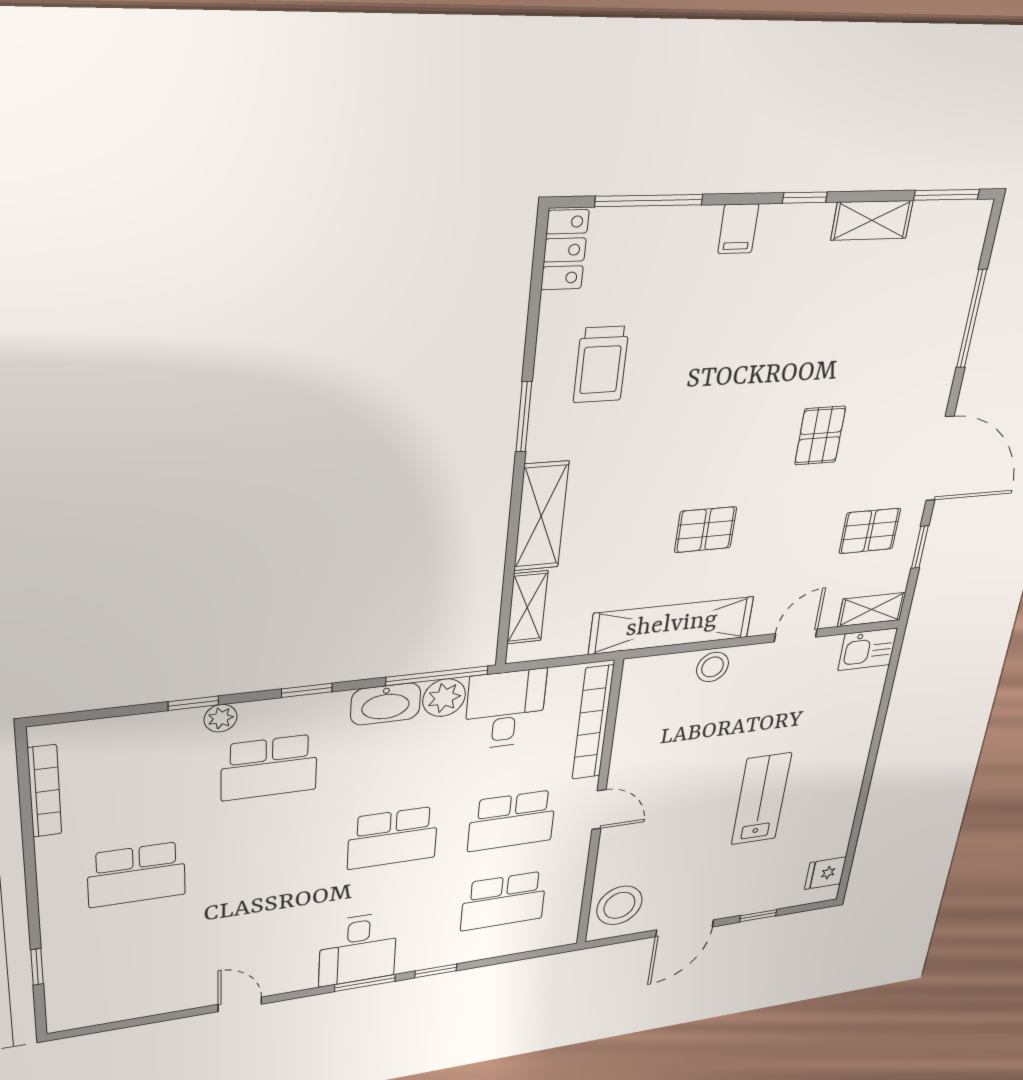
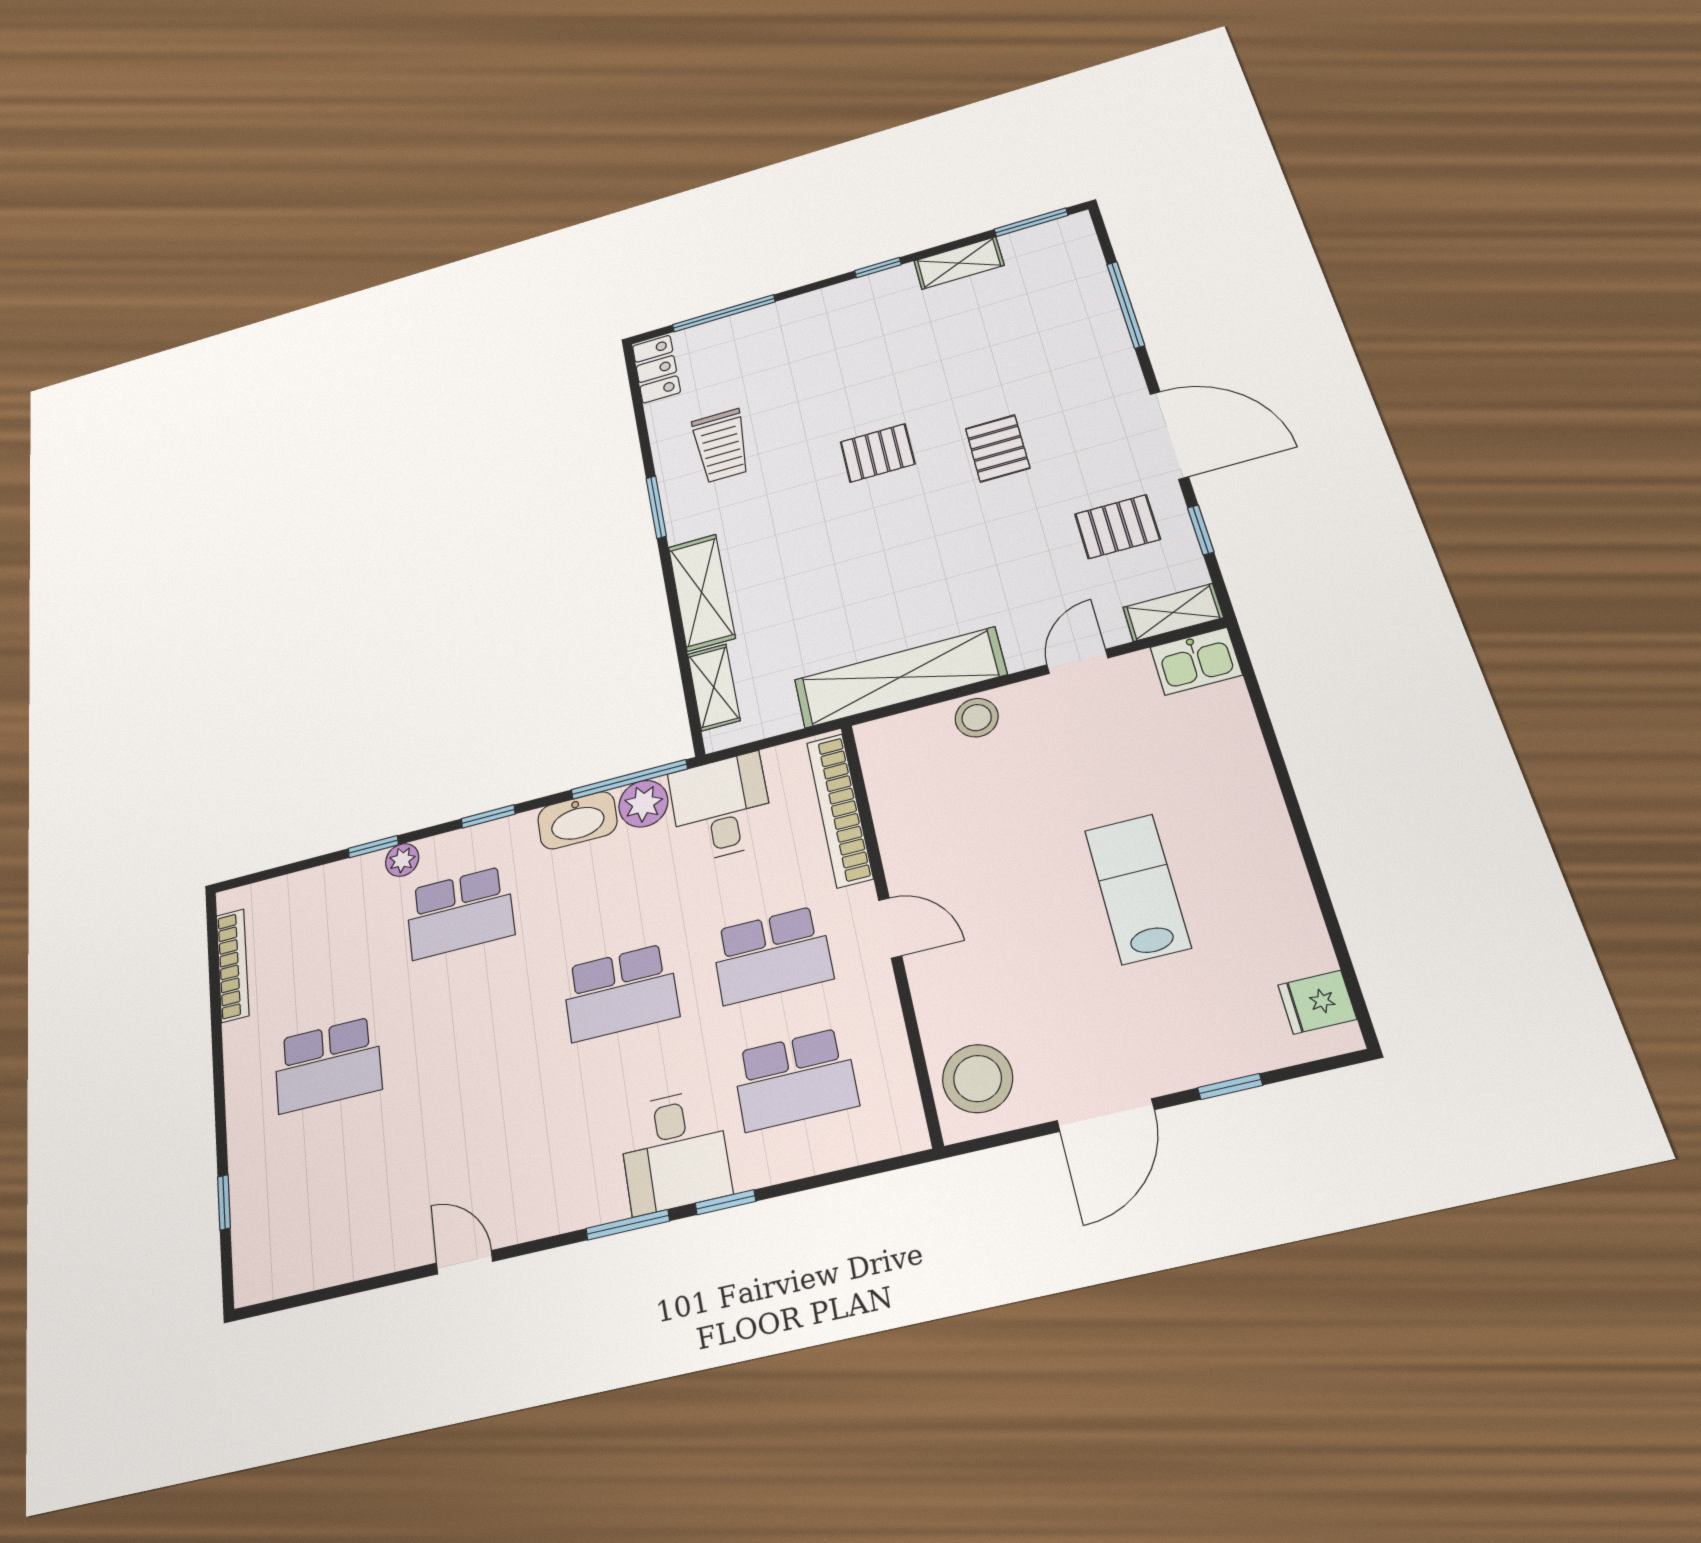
filing cabinet: (738, 229) -> (820, 308), removed
pallet: (706, 530) -> (878, 453), moved
desk: (358, 949) -> (674, 1151), moved

